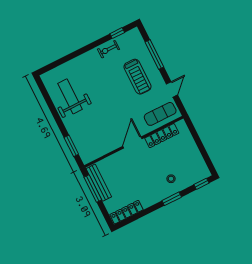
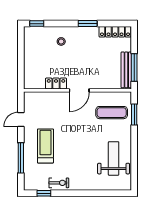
weight bench: (70, 96) -> (114, 158), turned 180
exercise mat: (160, 114) -> (112, 113), moved
locker: (162, 136) -> (56, 83), width x0.66
window: (172, 199) -> (88, 24), moved

